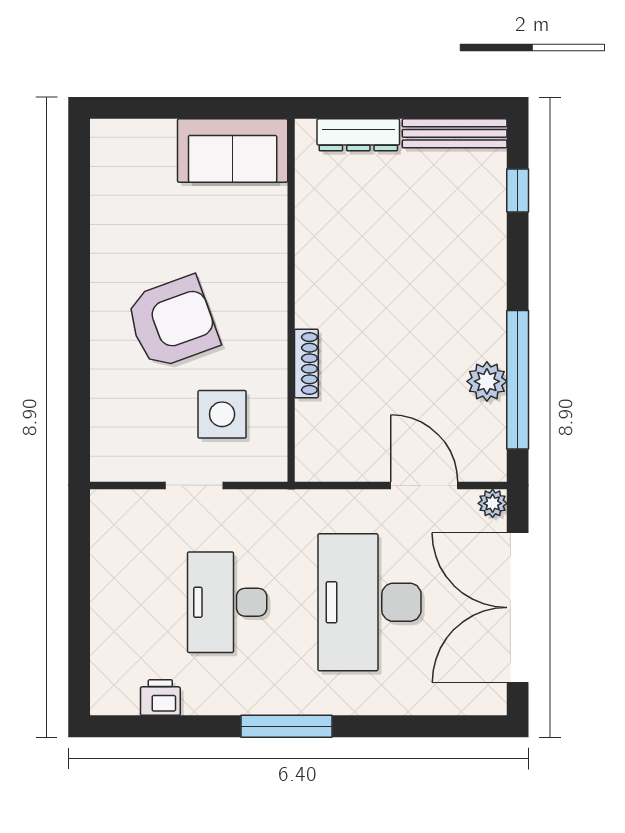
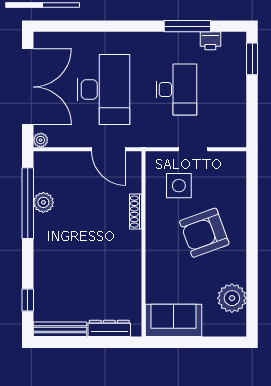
plant: (118, 194) -> (232, 298), added
door: (424, 485) -> (109, 149), moved
window: (79, 662) -> (252, 59), added
window: (287, 726) -> (187, 26), moved

